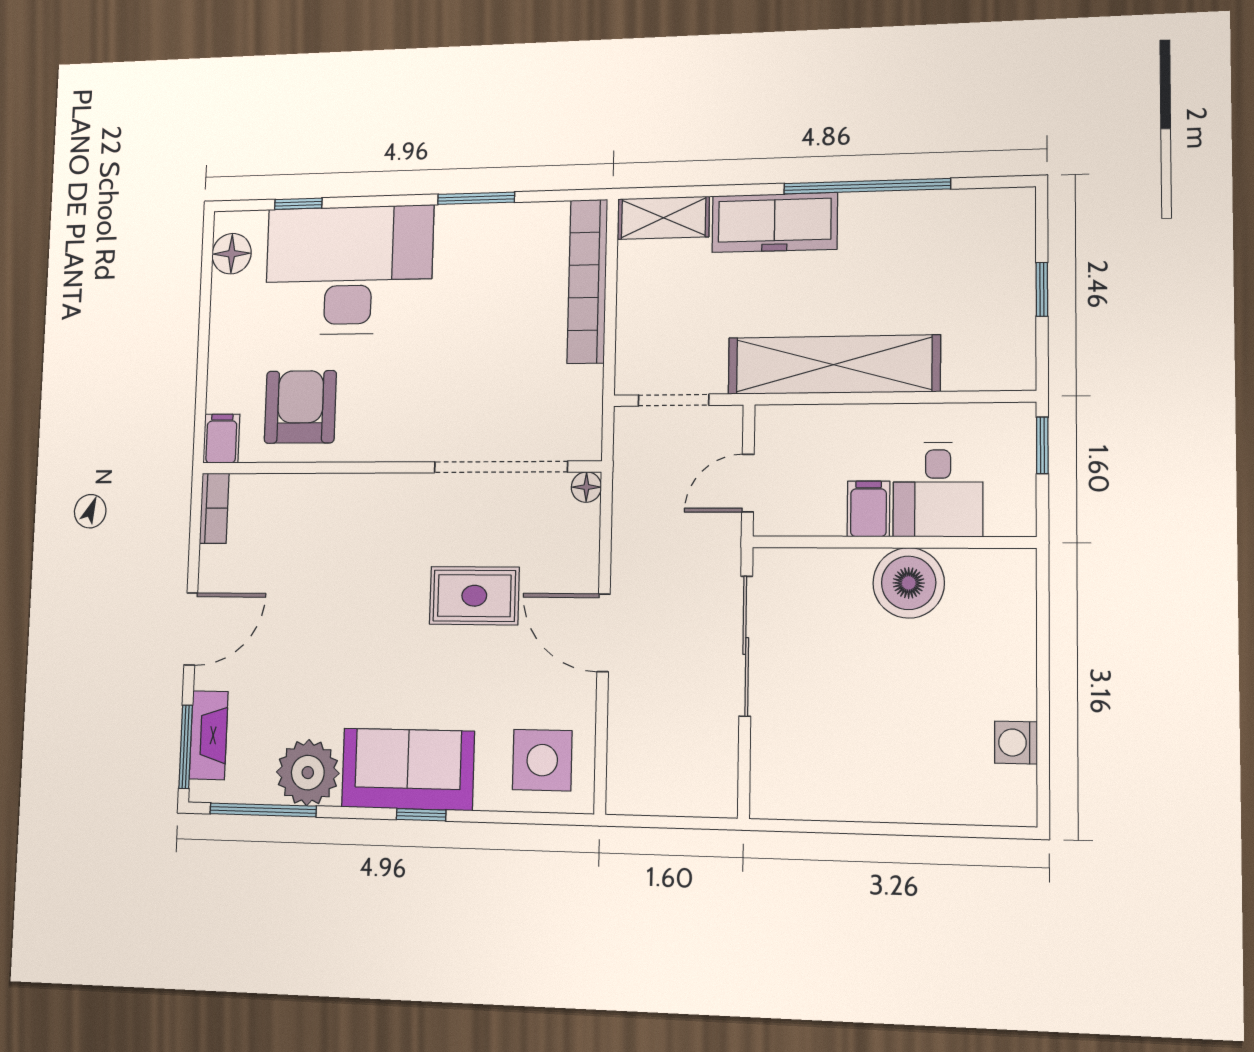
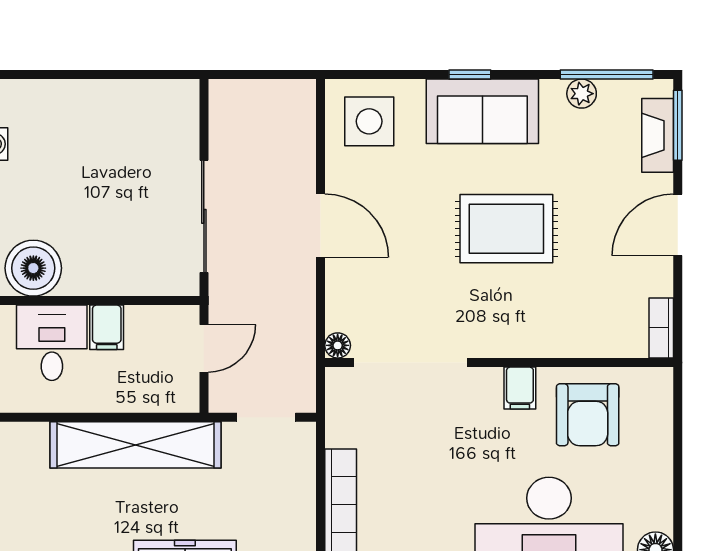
filing cabinet: (221, 439) -> (520, 388), moved
boiler: (909, 583) -> (33, 268), moved
rug: (474, 596) -> (506, 229), moved, width x1.36, depth x1.43
plant: (308, 773) -> (582, 94), width x0.53, depth x0.53

